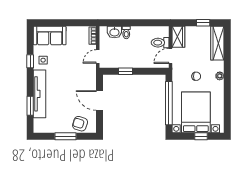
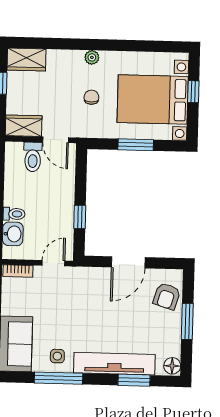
wardrobe: (217, 43) -> (26, 60), width x0.67
door: (98, 56) -> (53, 263), swing flipped
window: (30, 61) -> (59, 378), width x2.17
window: (169, 103) -> (136, 145), width x0.47
floor lamp: (39, 128) -> (172, 366), added

